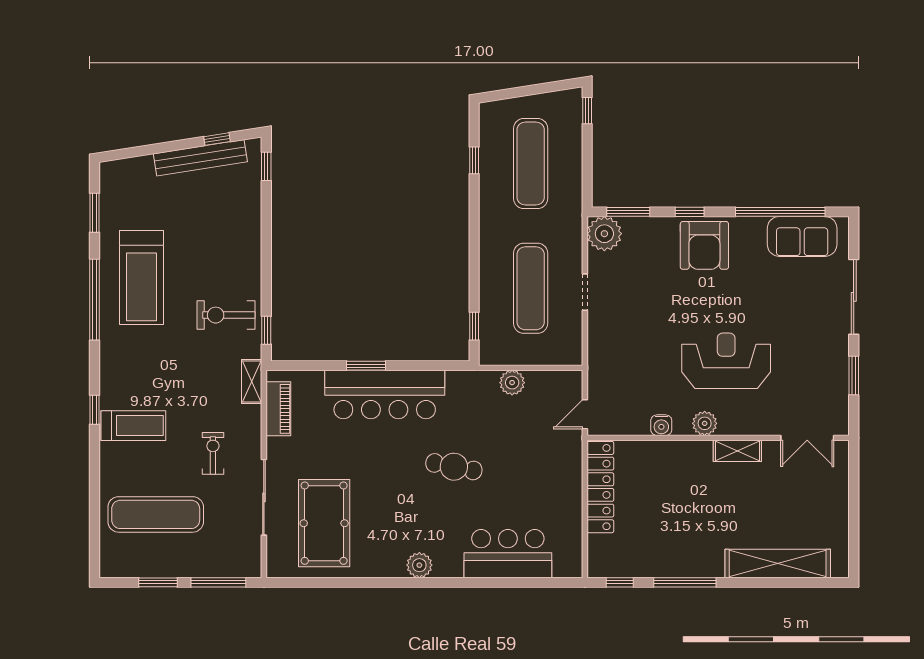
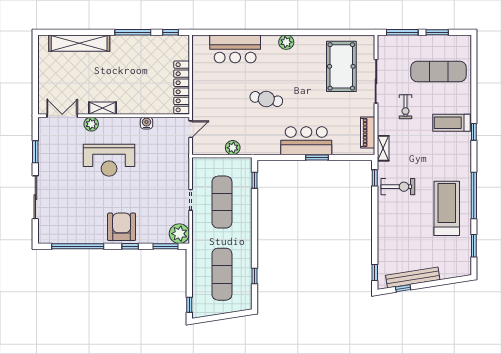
sofa: (802, 236) -> (65, 232), removed
bar counter: (385, 394) -> (306, 141), width x0.73
plant: (705, 423) -> (91, 124), moved

